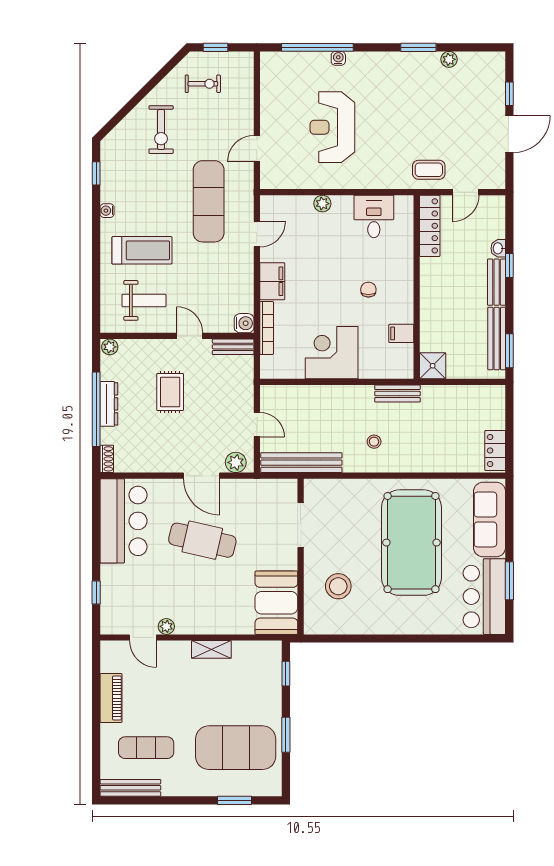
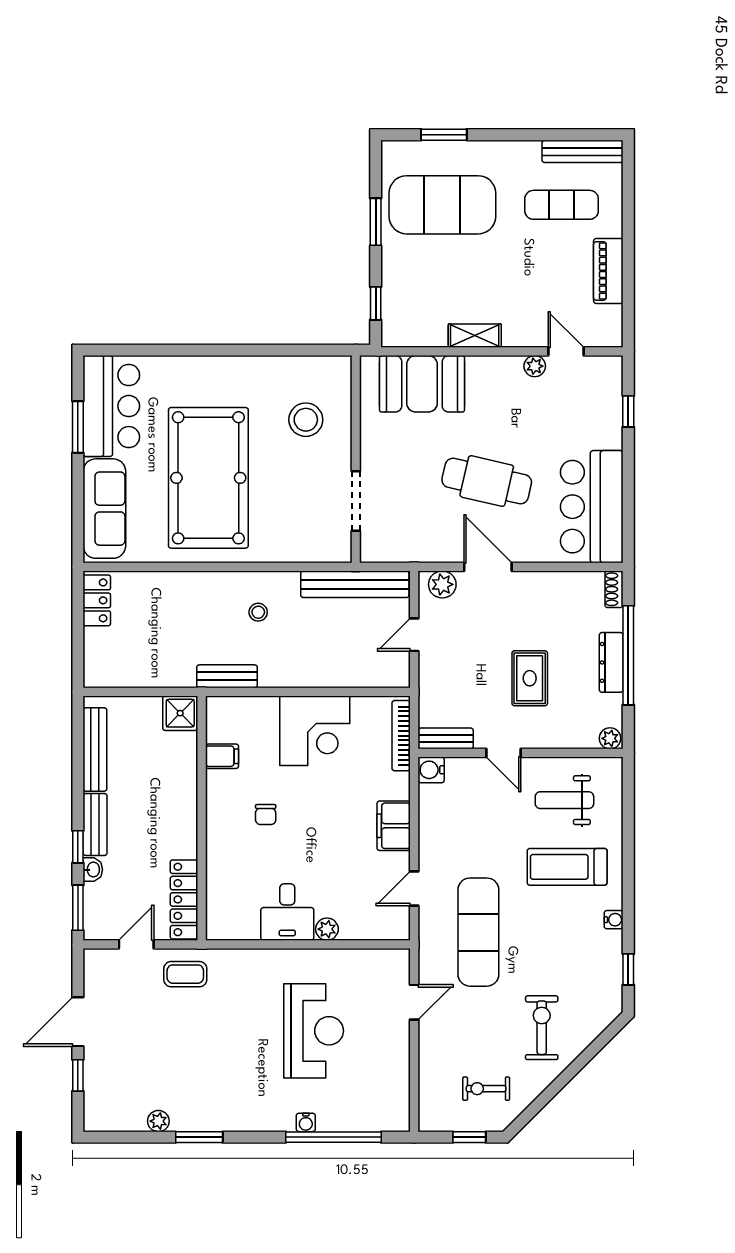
desk: (374, 216) -> (287, 912), moved
bookcase: (267, 328) -> (401, 736), moved
window: (509, 351) -> (78, 908), moved
door: (257, 425) -> (414, 635), hinge flipped
booth: (276, 603) -> (422, 384), moved, turned 90

